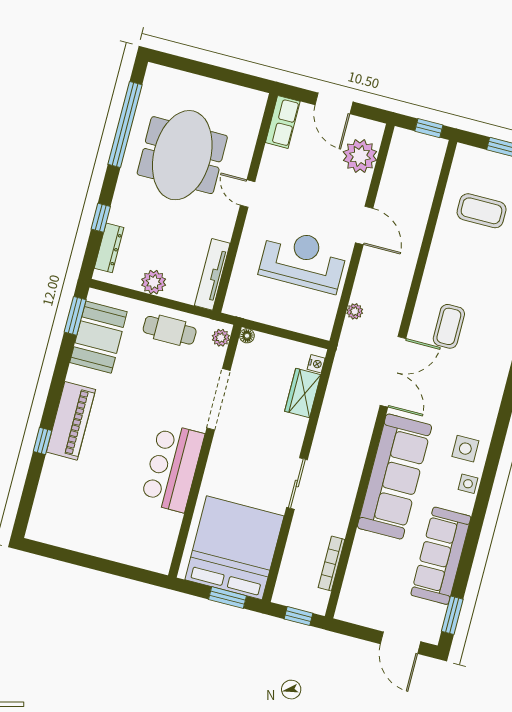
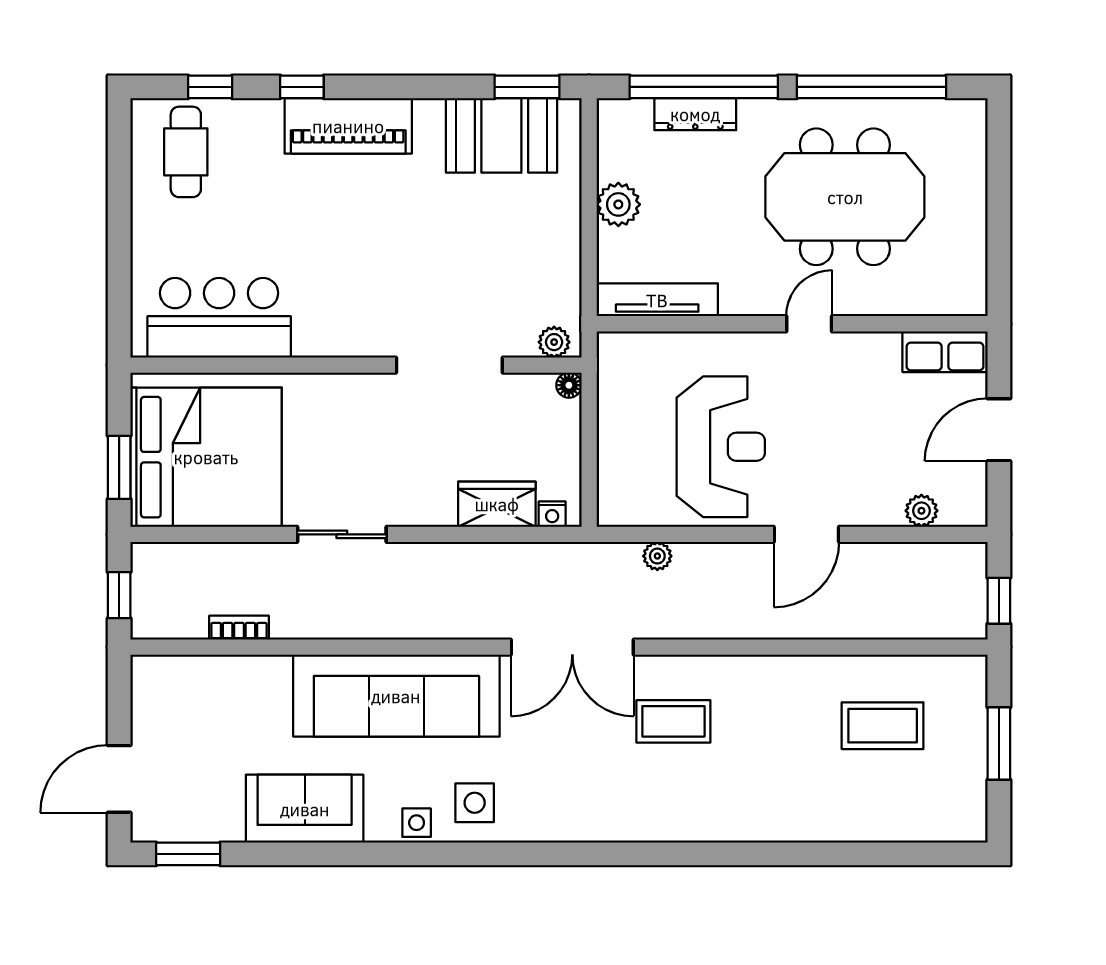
plant: (360, 156) -> (921, 511), width x0.53, depth x0.53
coffee table: (482, 211) -> (883, 726), turned 90
window: (101, 218) -> (704, 87), width x3.17
dresser: (109, 248) -> (695, 114), moved
cafe table: (170, 330) -> (186, 152), moved
bar counter: (173, 468) -> (219, 318), moved
window: (29, 492) -> (210, 87), added
sofa: (441, 556) -> (305, 809), width x0.73
bookcase: (331, 563) -> (239, 628), width x0.64

